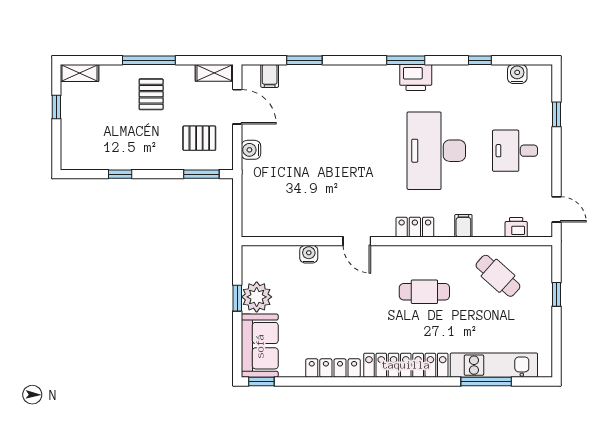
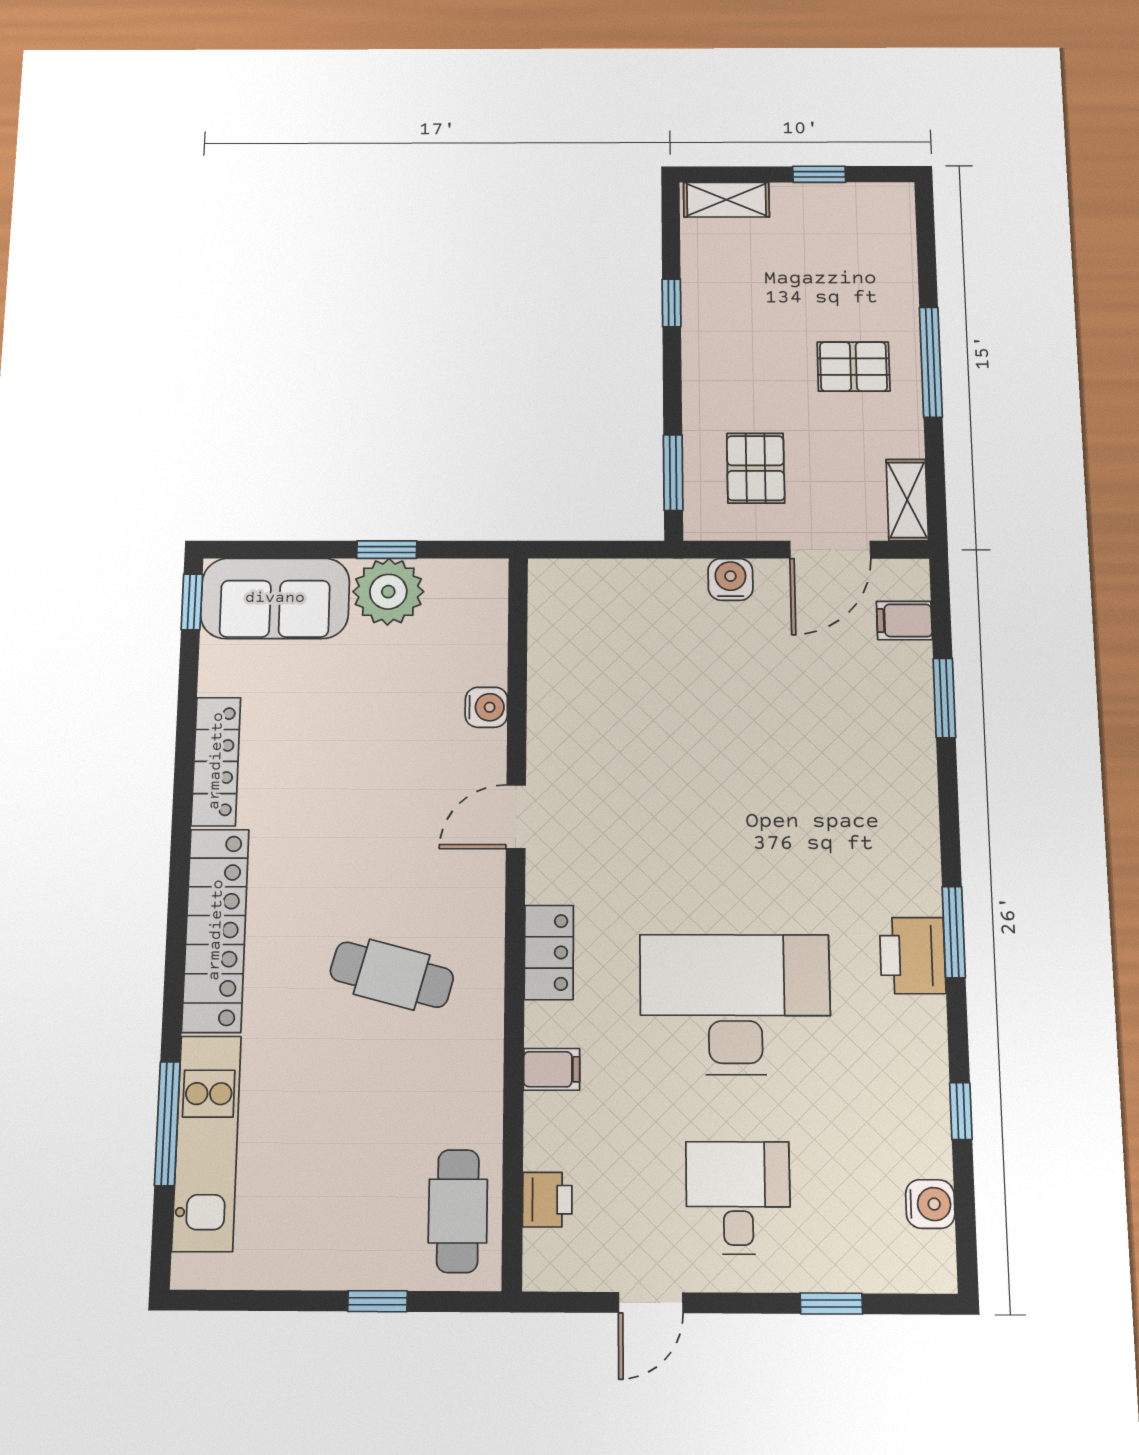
shelving: (80, 73) -> (726, 200), moved, turned 90
door: (557, 209) -> (651, 1303), moved
cafe table: (498, 276) -> (458, 1211), moved, turned -42
cafe table: (424, 292) -> (392, 975), turned -75

